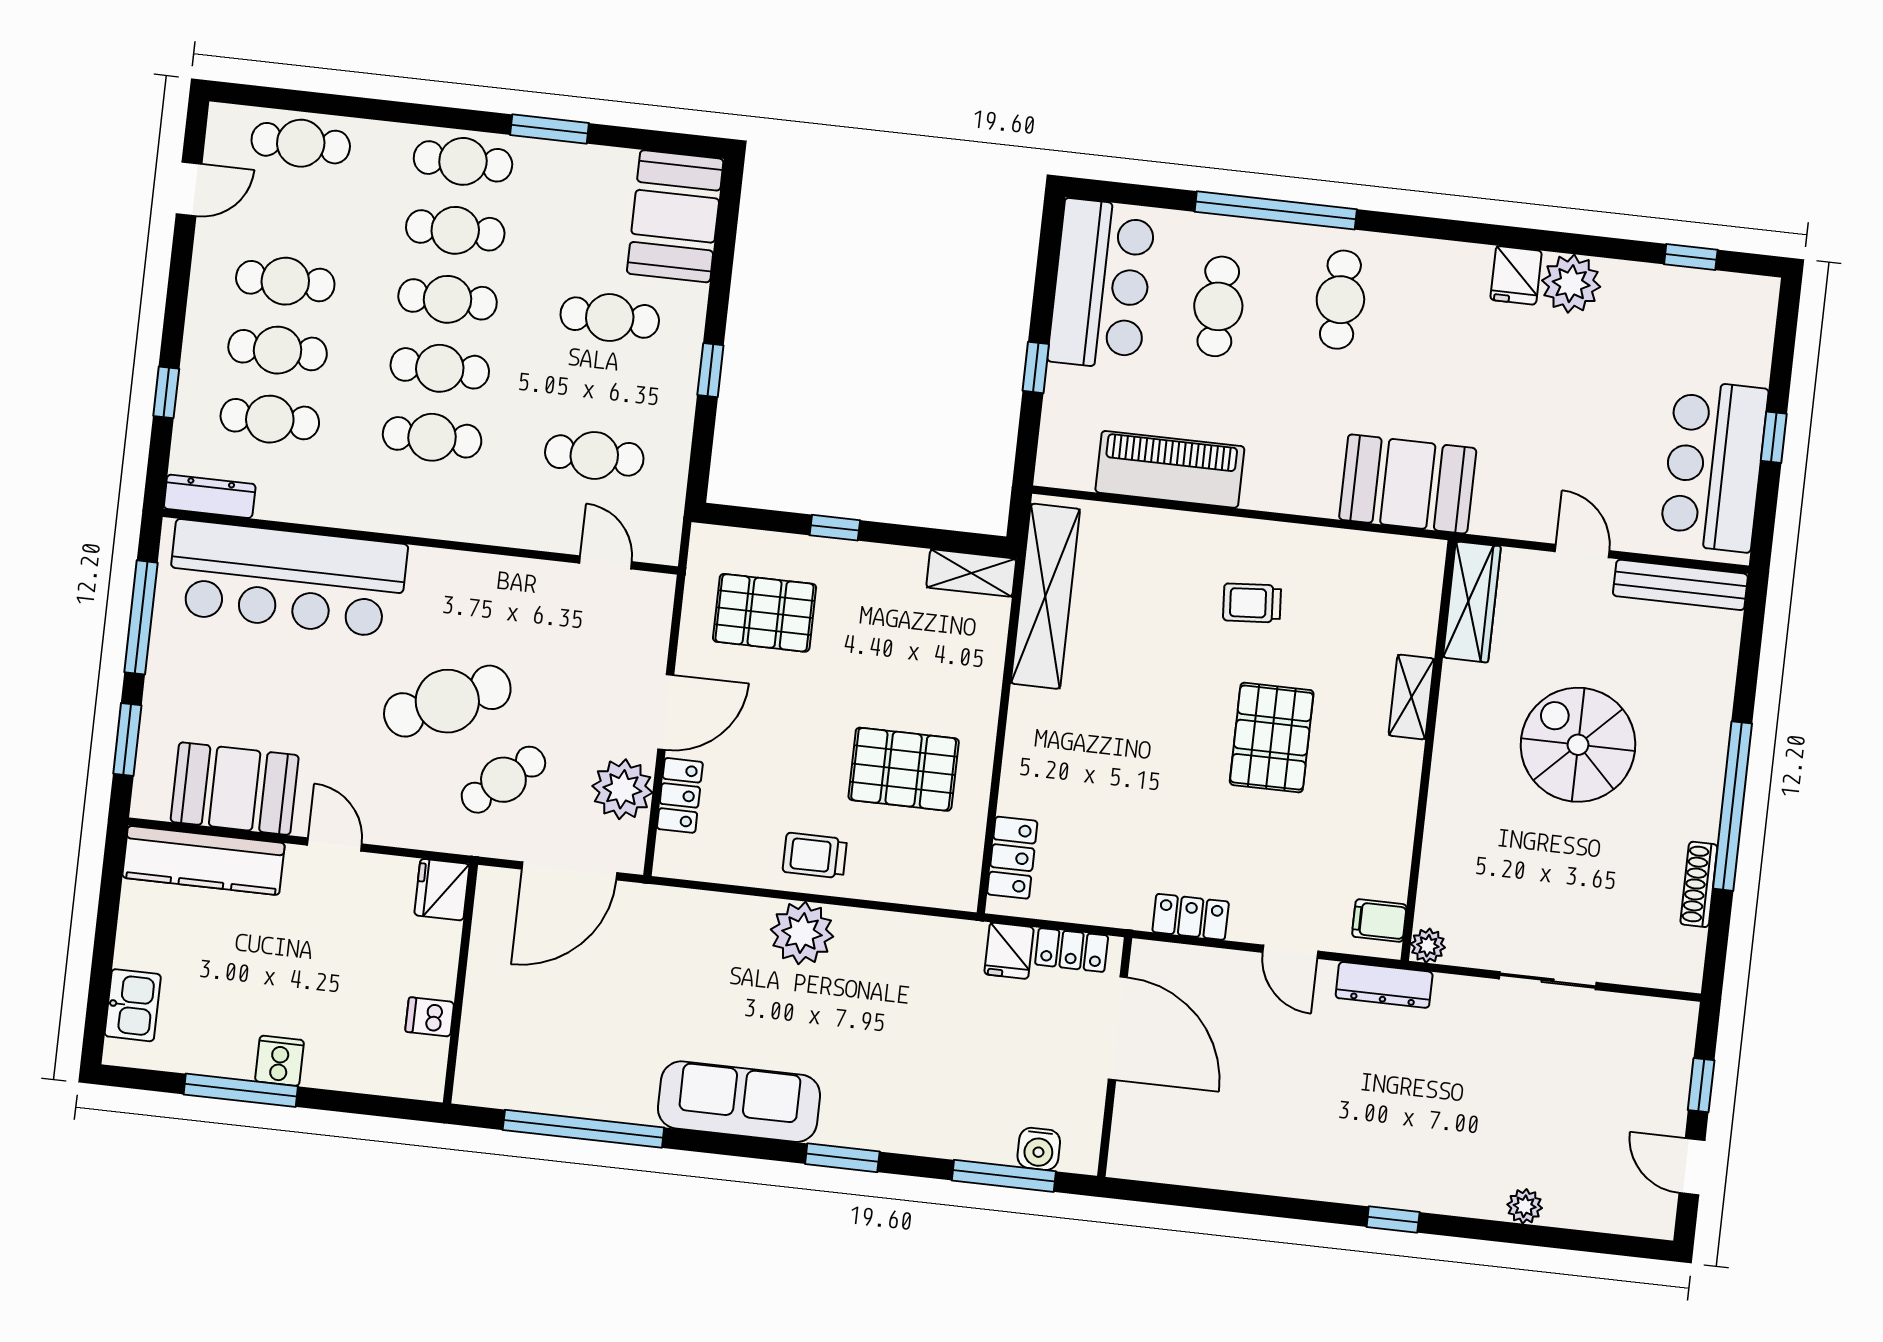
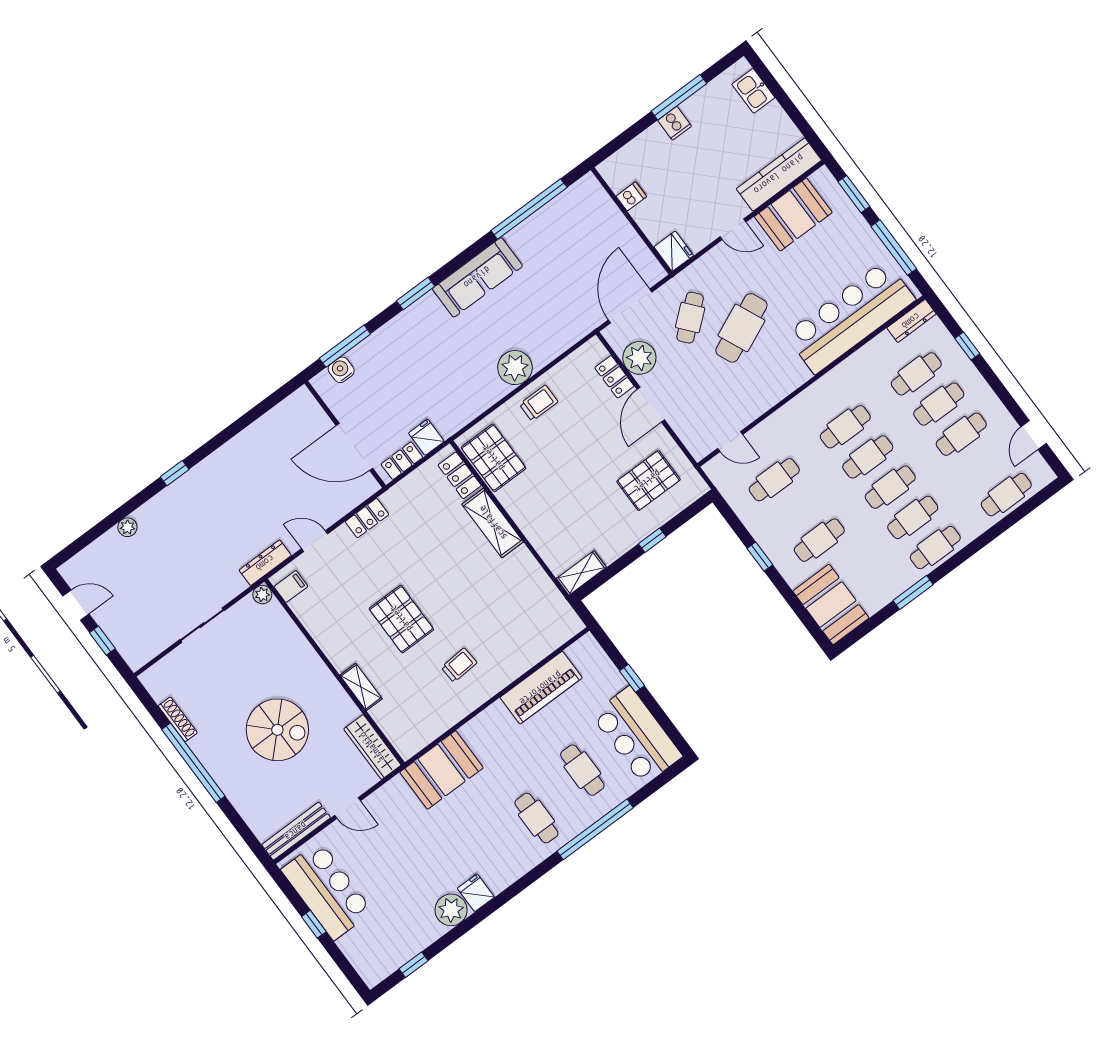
shelving: (1045, 596) -> (493, 523), moved, width x0.68
pallet: (904, 769) -> (493, 458), moved, turned 90

